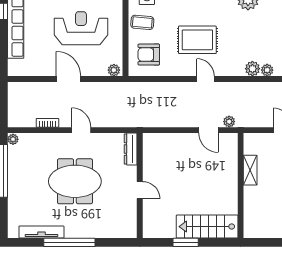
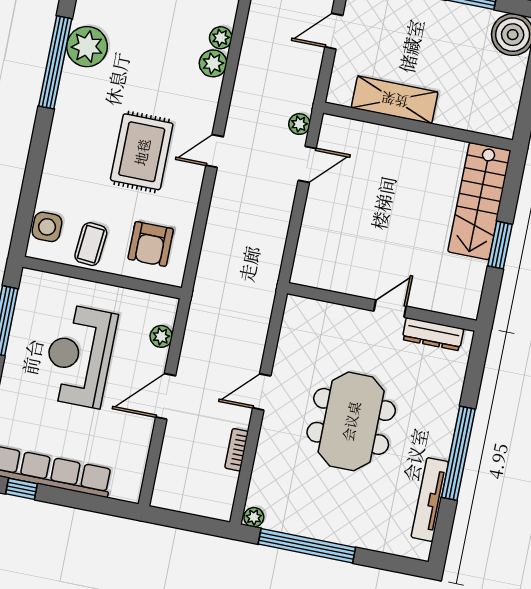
plant: (114, 70) -> (161, 336), moved
dresser: (131, 149) -> (433, 334), moved
shelving: (250, 170) -> (395, 100), width x1.50, depth x1.33

